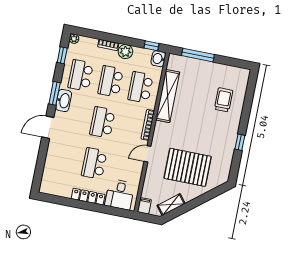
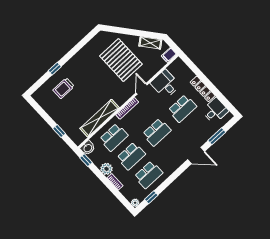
window: (198, 55) -> (59, 131), width x0.46
window: (55, 93) -> (217, 136), moved
washbasin: (64, 101) -> (172, 166), removed
window: (240, 142) -> (55, 69), moved
door: (147, 154) -> (142, 89), swing flipped
desk: (61, 184) -> (215, 111), added
desk: (120, 194) -> (165, 84), moved, turned -90

